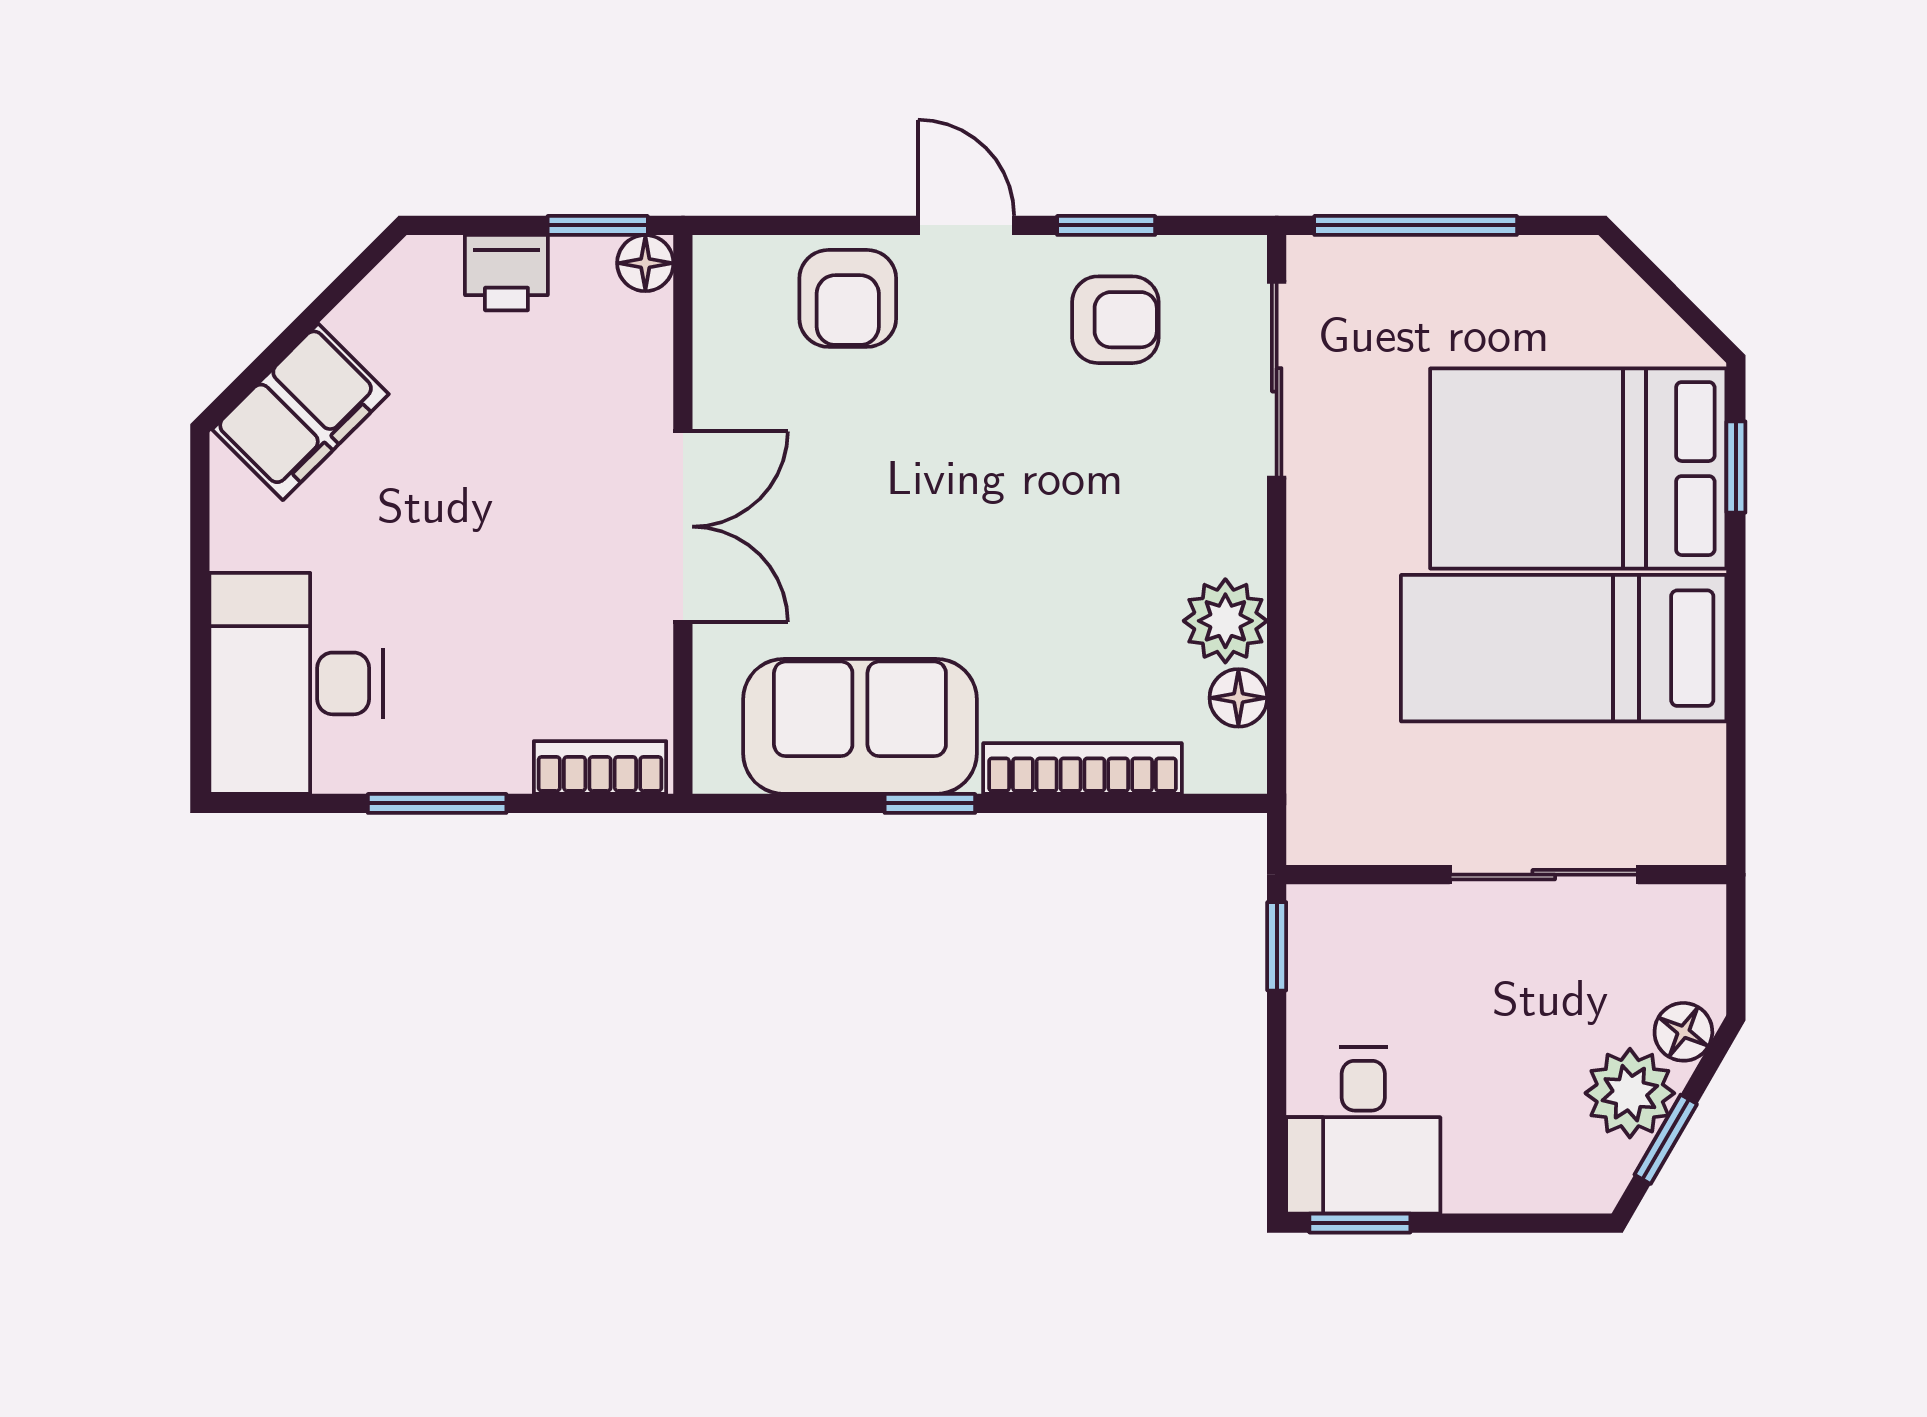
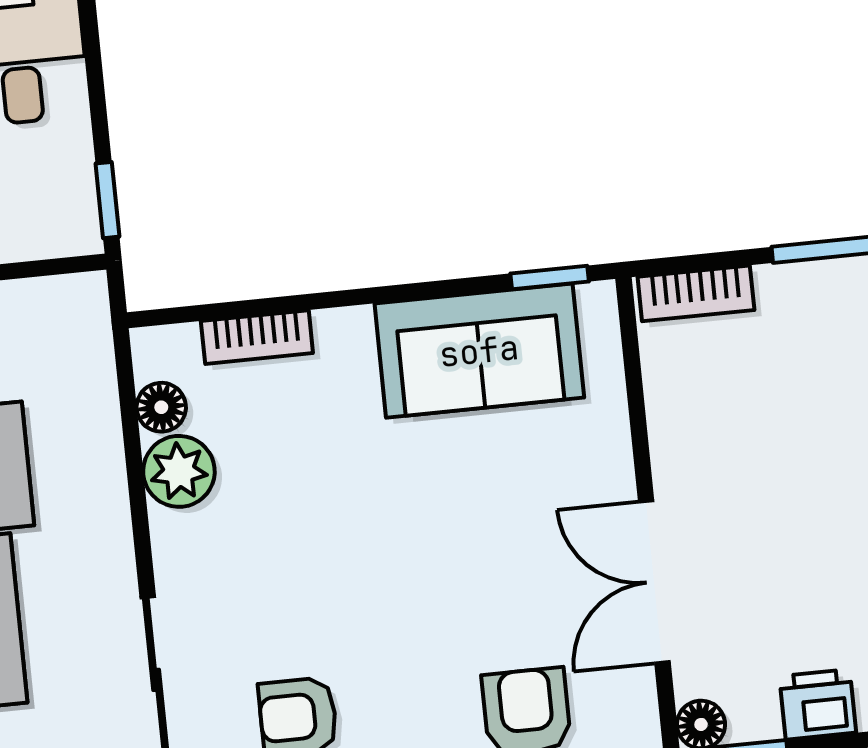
double door: (683, 527) -> (654, 582), moved
bookcase: (1082, 769) -> (257, 337), width x0.64
window: (930, 803) -> (550, 277), moved

